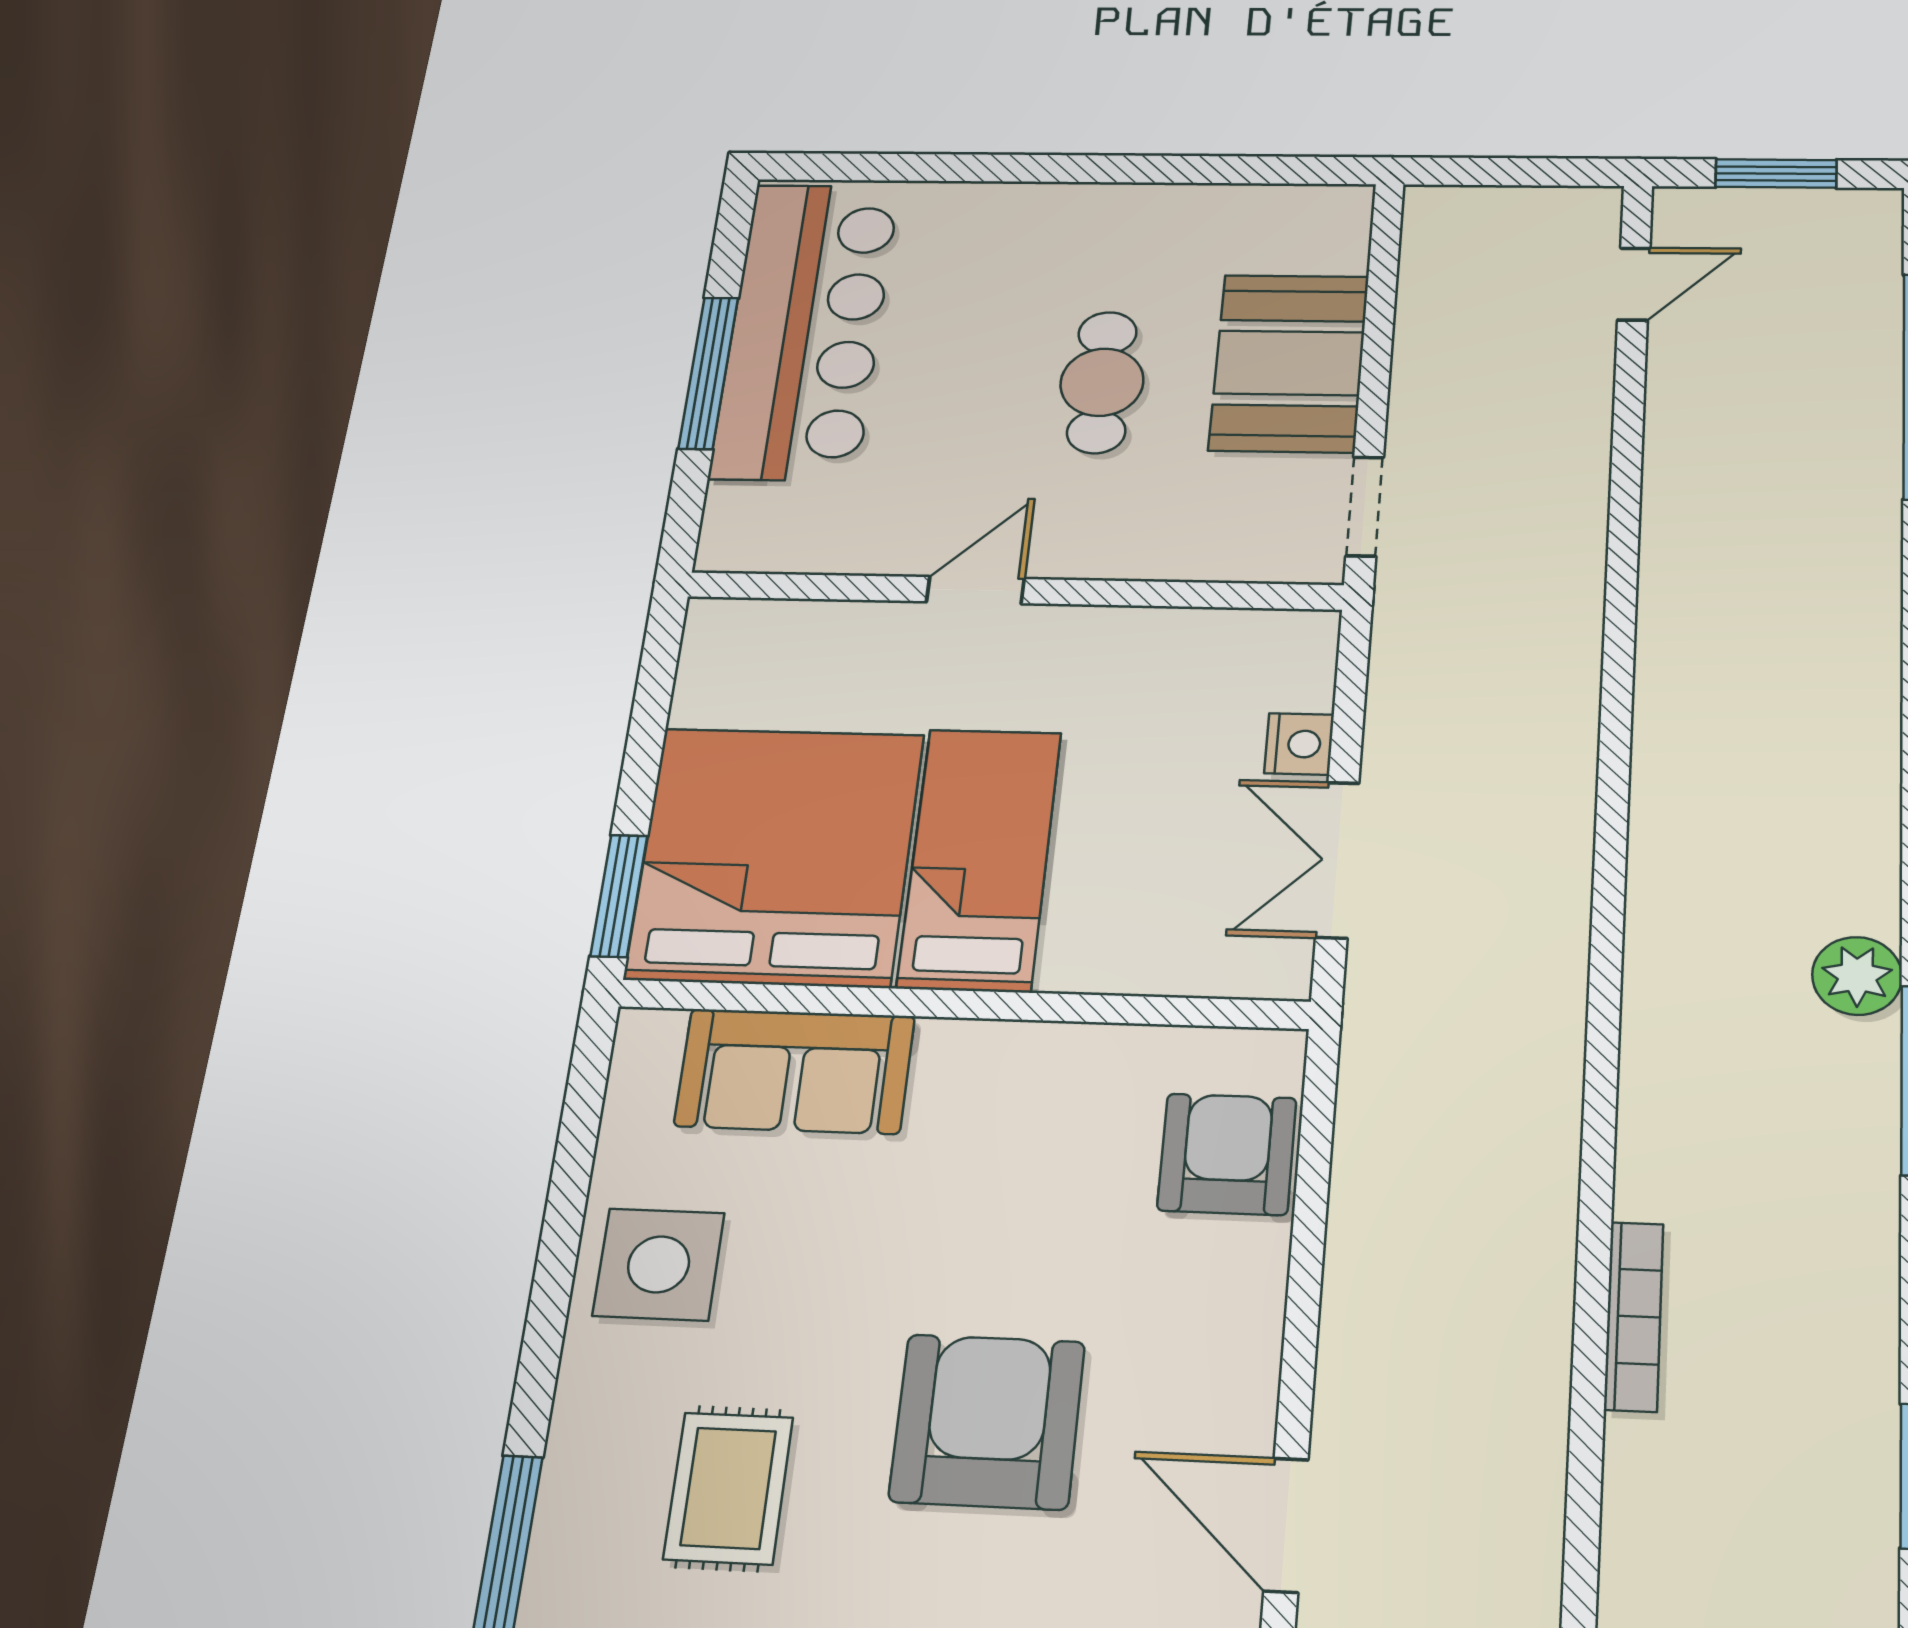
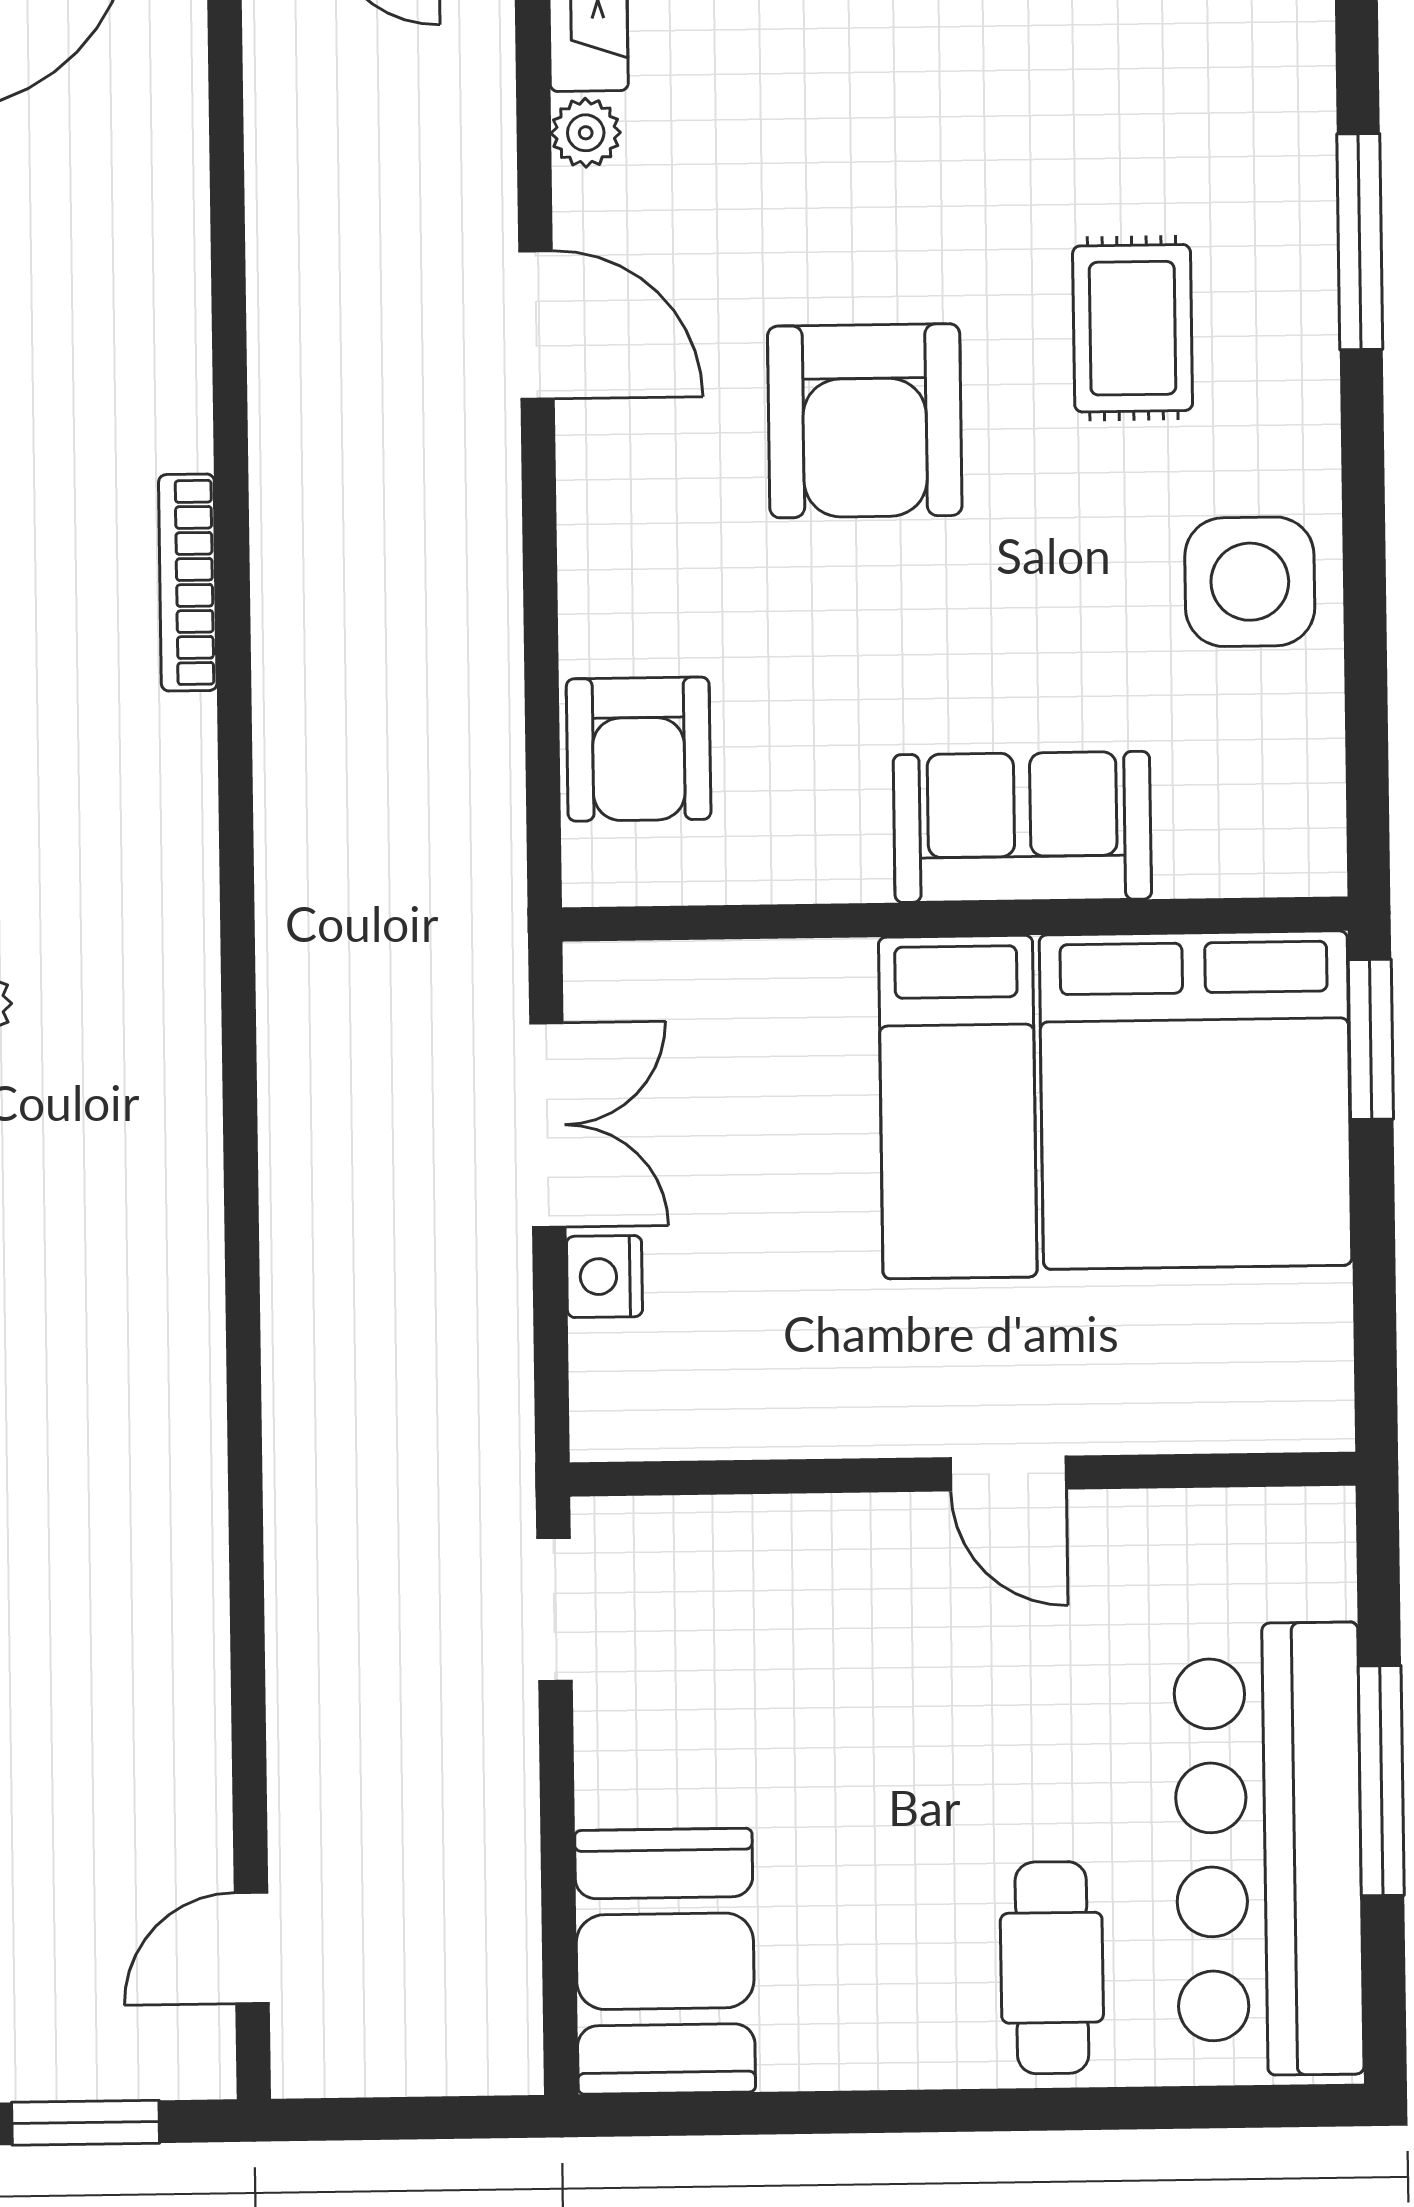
booth: (1289, 363) -> (665, 1961), moved
cafe table: (1102, 382) -> (1052, 1968), moved
door: (975, 590) -> (1008, 1473), hinge flipped
sofa: (795, 1071) -> (1022, 827), moved

